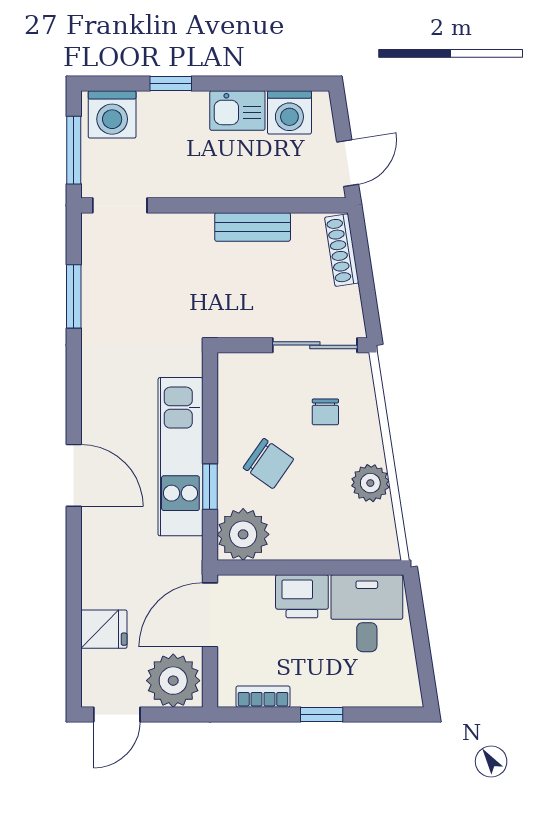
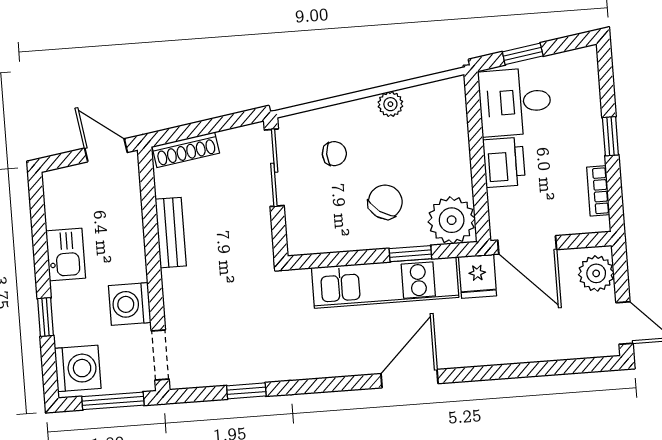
washing machine: (289, 112) -> (130, 304), moved, turned 180
window: (74, 296) -> (246, 391), width x0.67
plant: (370, 483) -> (390, 104), width x0.73, depth x0.73
window: (419, 626) -> (523, 54), added
fridge: (104, 629) -> (478, 276), moved, turned 180
plant: (173, 681) -> (596, 273), width x0.73, depth x0.73

